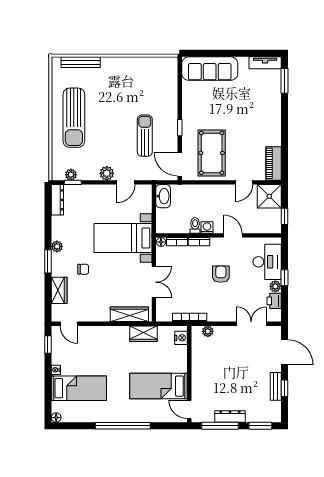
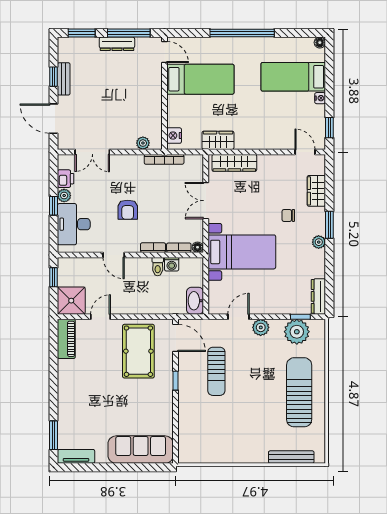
plant: (71, 175) -> (297, 332), width x1.88, depth x1.88
washing machine: (207, 227) -> (172, 264), moved

